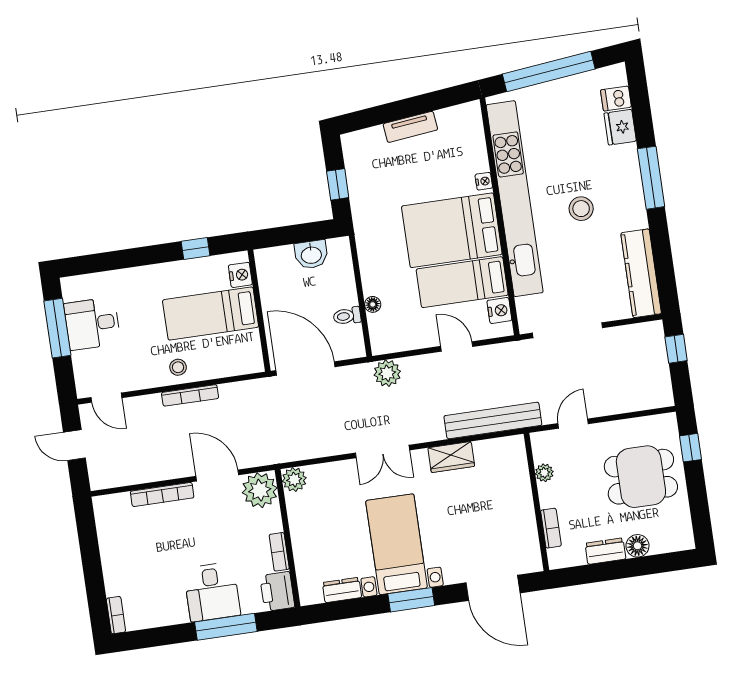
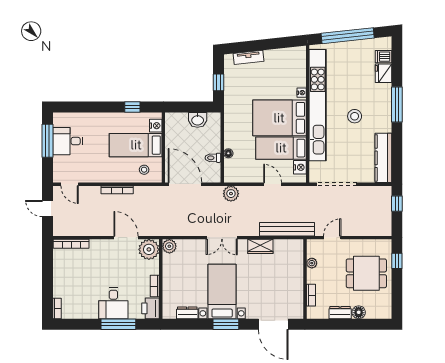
tv unit: (410, 127) -> (249, 57), moved
stool: (178, 367) -> (144, 170), moved
bookcase: (162, 494) -> (71, 244), moved

